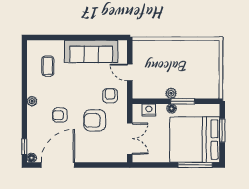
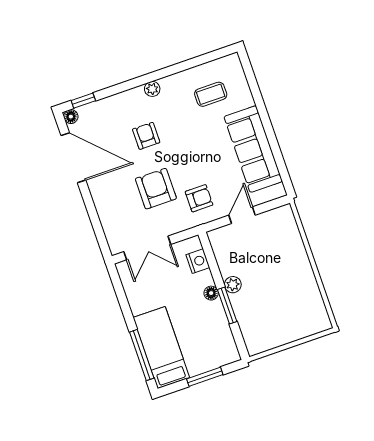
bed: (195, 140) -> (161, 348), width x0.49

